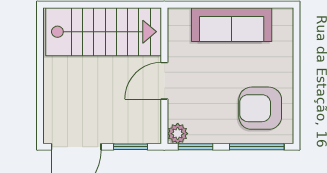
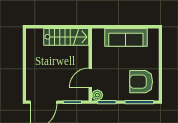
stairs: (104, 32) -> (66, 37), width x0.73, depth x0.66
door: (164, 81) -> (90, 78), moved

